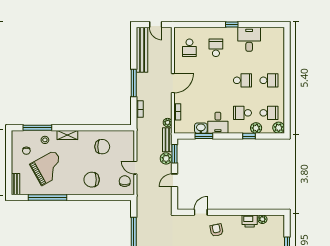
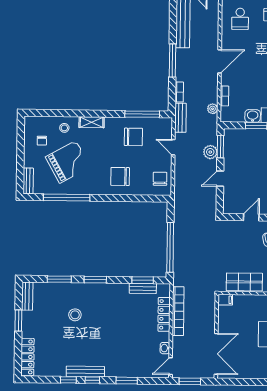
window: (37, 128) -> (142, 114), moved
bench: (167, 140) -> (180, 118), moved
door: (135, 168) -> (173, 147), moved

